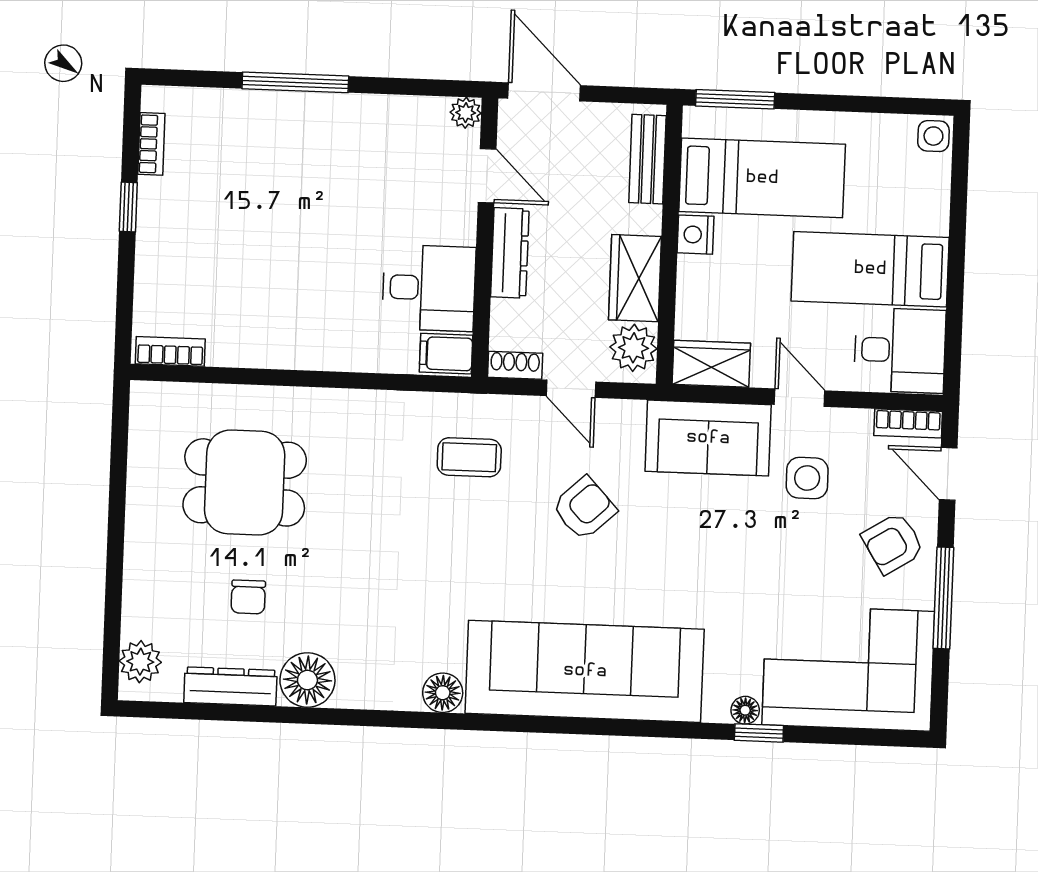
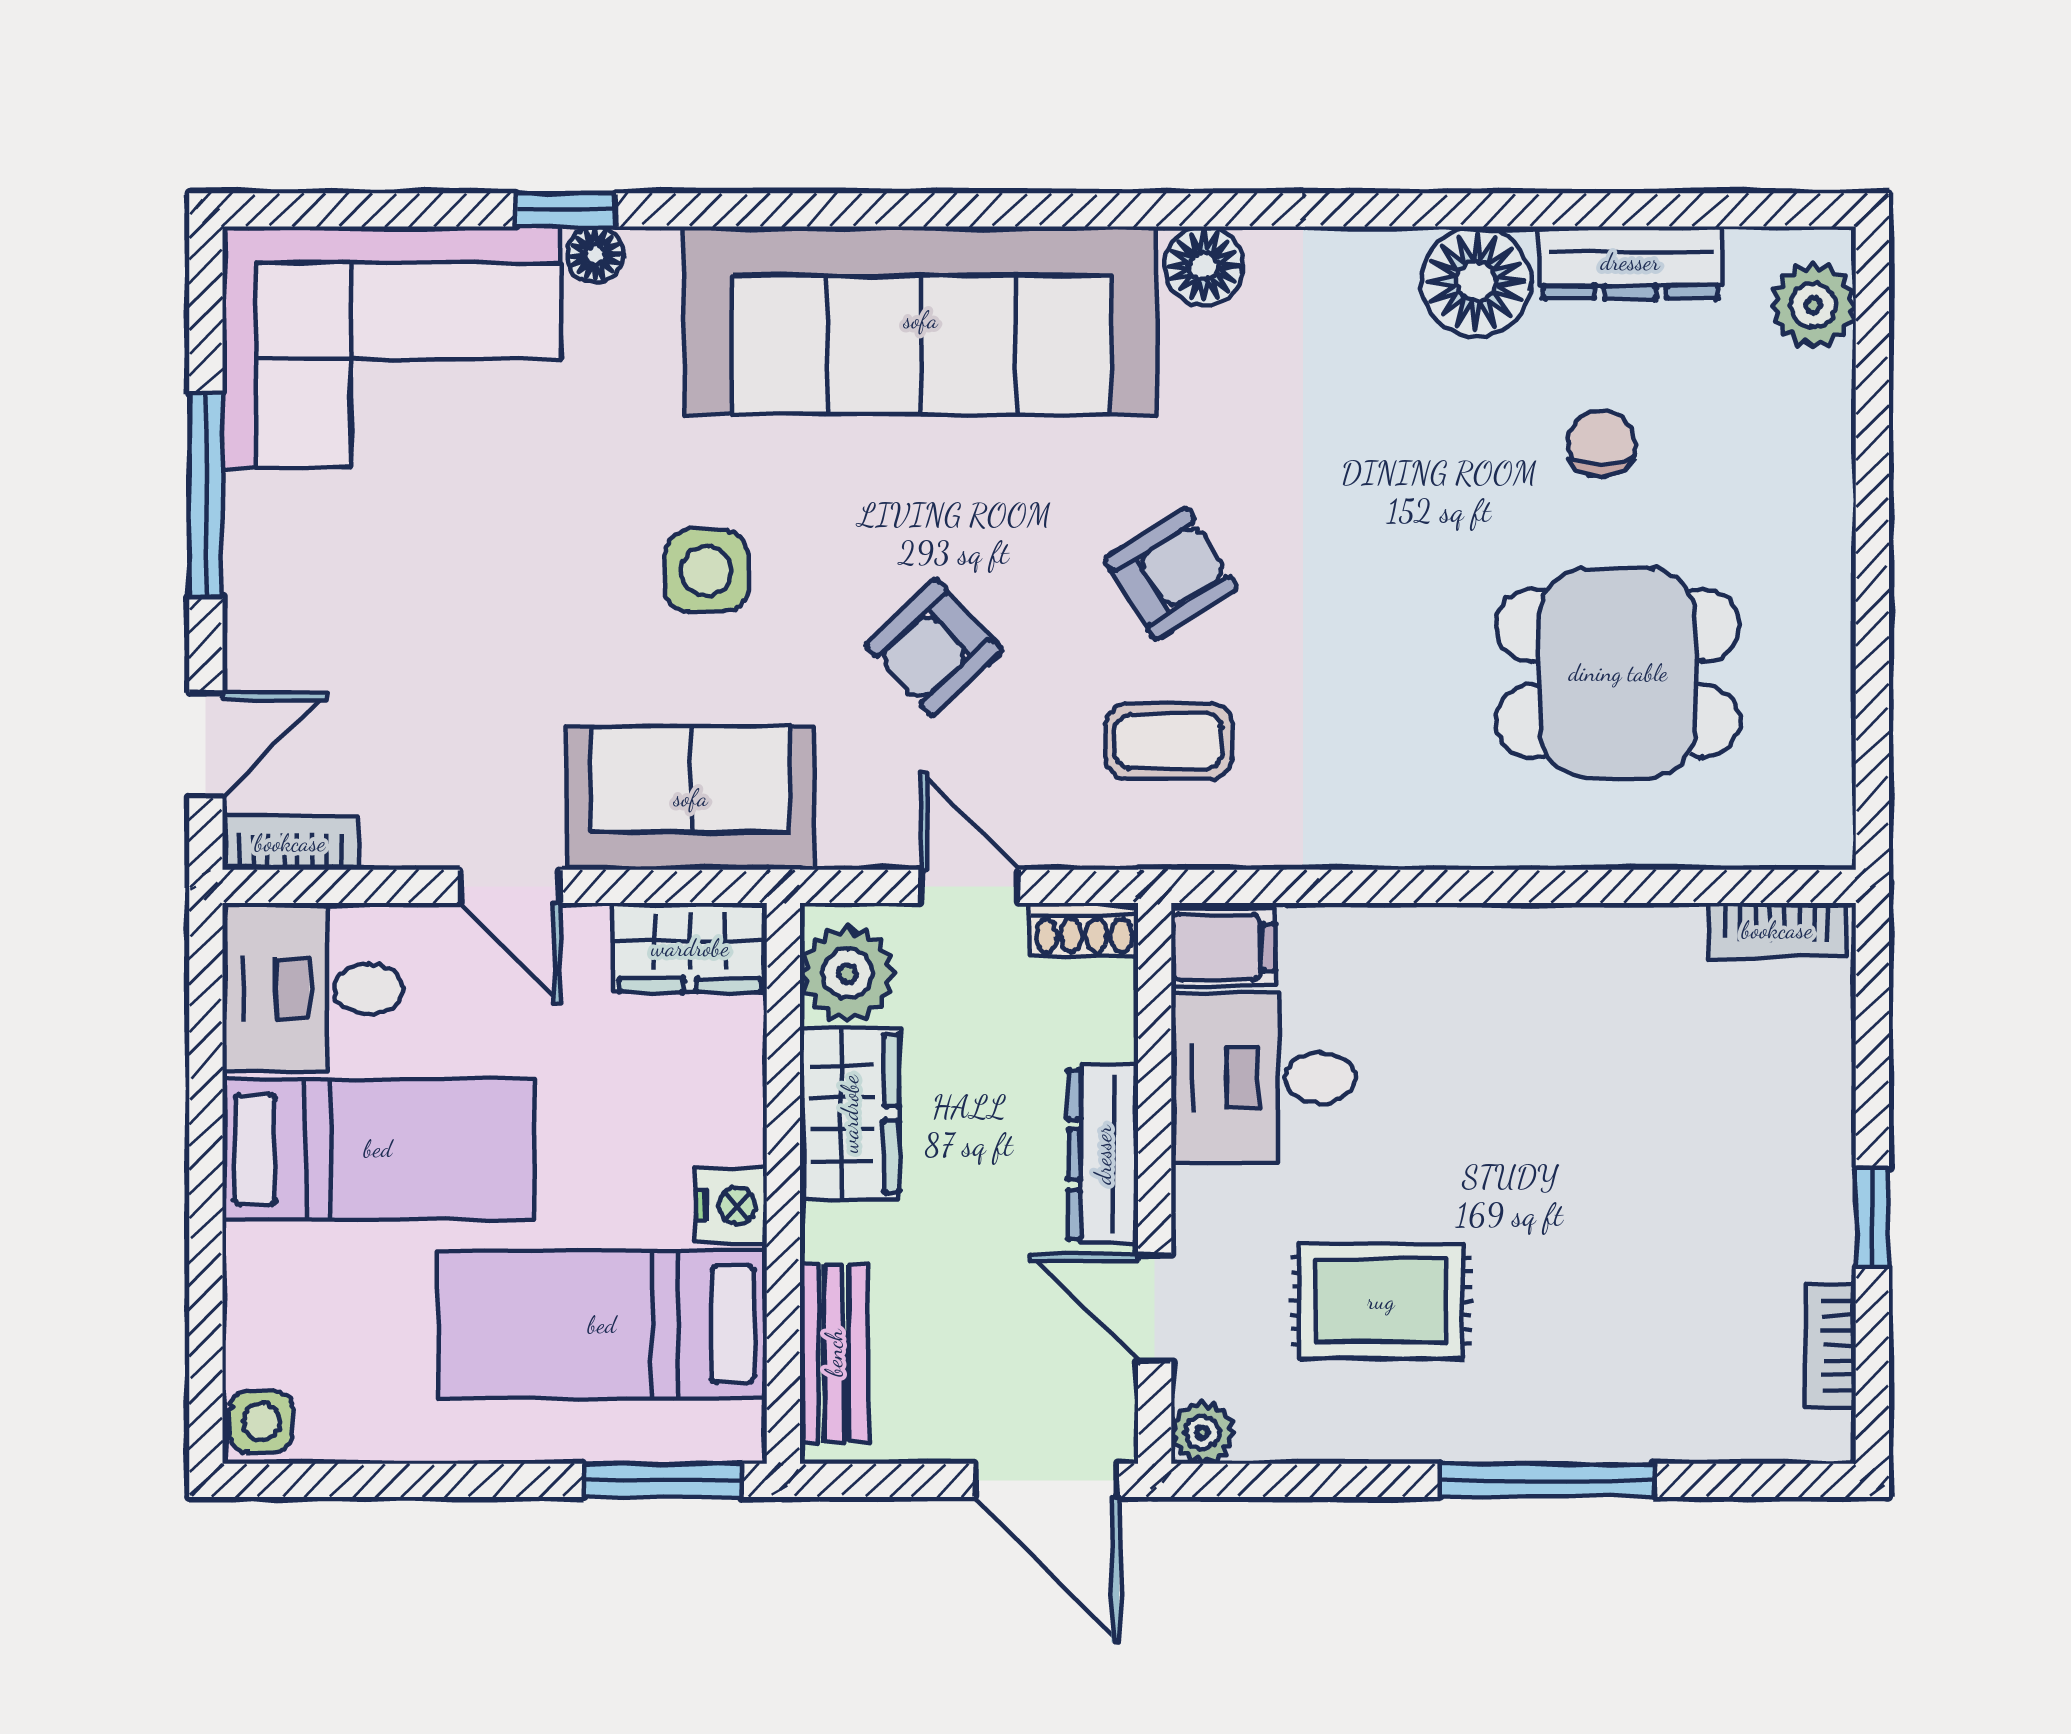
rug: (374, 175) -> (1381, 1301), added
door: (948, 474) -> (206, 745), hinge flipped
side table: (807, 478) -> (706, 571), moved
armchair: (893, 543) -> (1171, 574), moved

